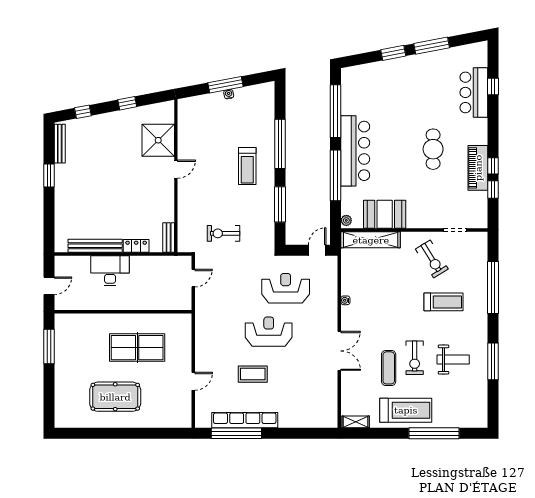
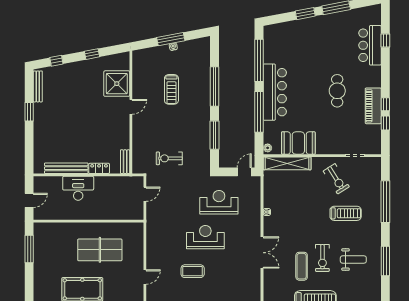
treadmill: (247, 166) -> (171, 89), moved

